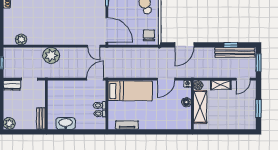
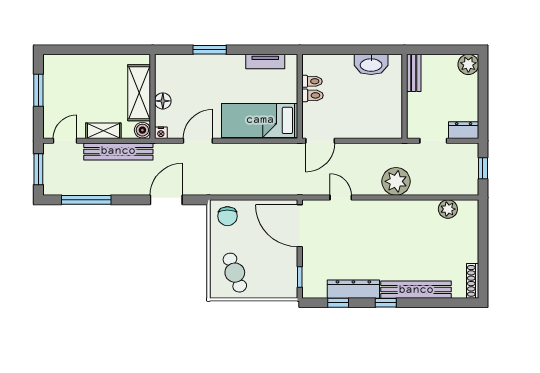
window: (231, 45) -> (86, 200), width x2.17
door: (94, 46) -> (341, 198), moved
bench: (235, 52) -> (118, 151), moved
window: (159, 132) -> (210, 50), added

